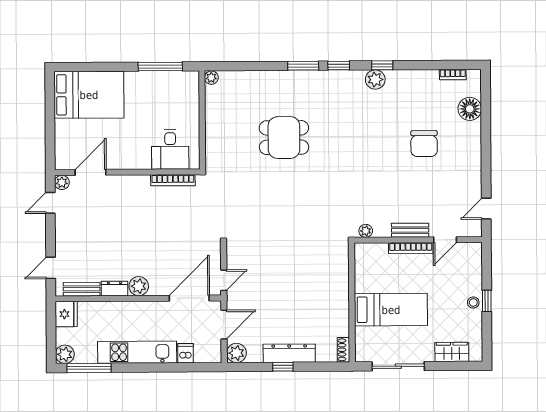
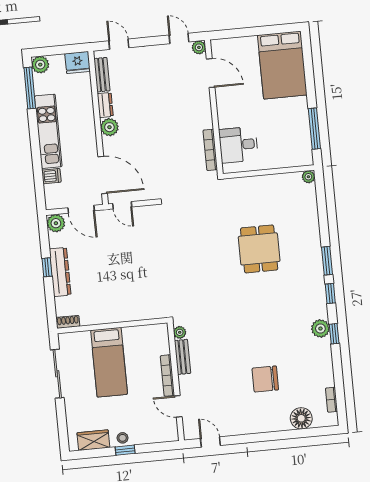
bench: (410, 230) -> (182, 357), moved
wardrobe: (452, 352) -> (93, 440), moved, turned -90

